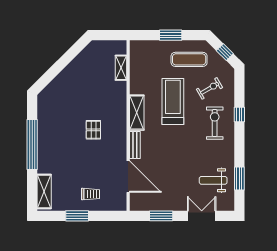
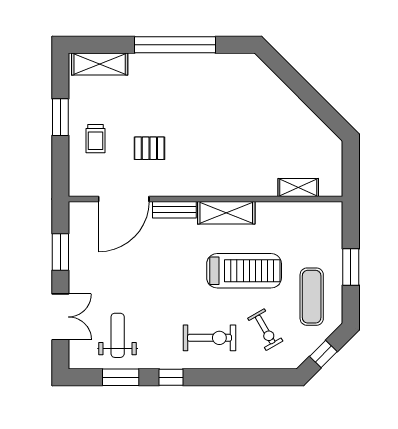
window: (239, 114) -> (171, 377), moved
pallet: (93, 130) -> (149, 148), moved

